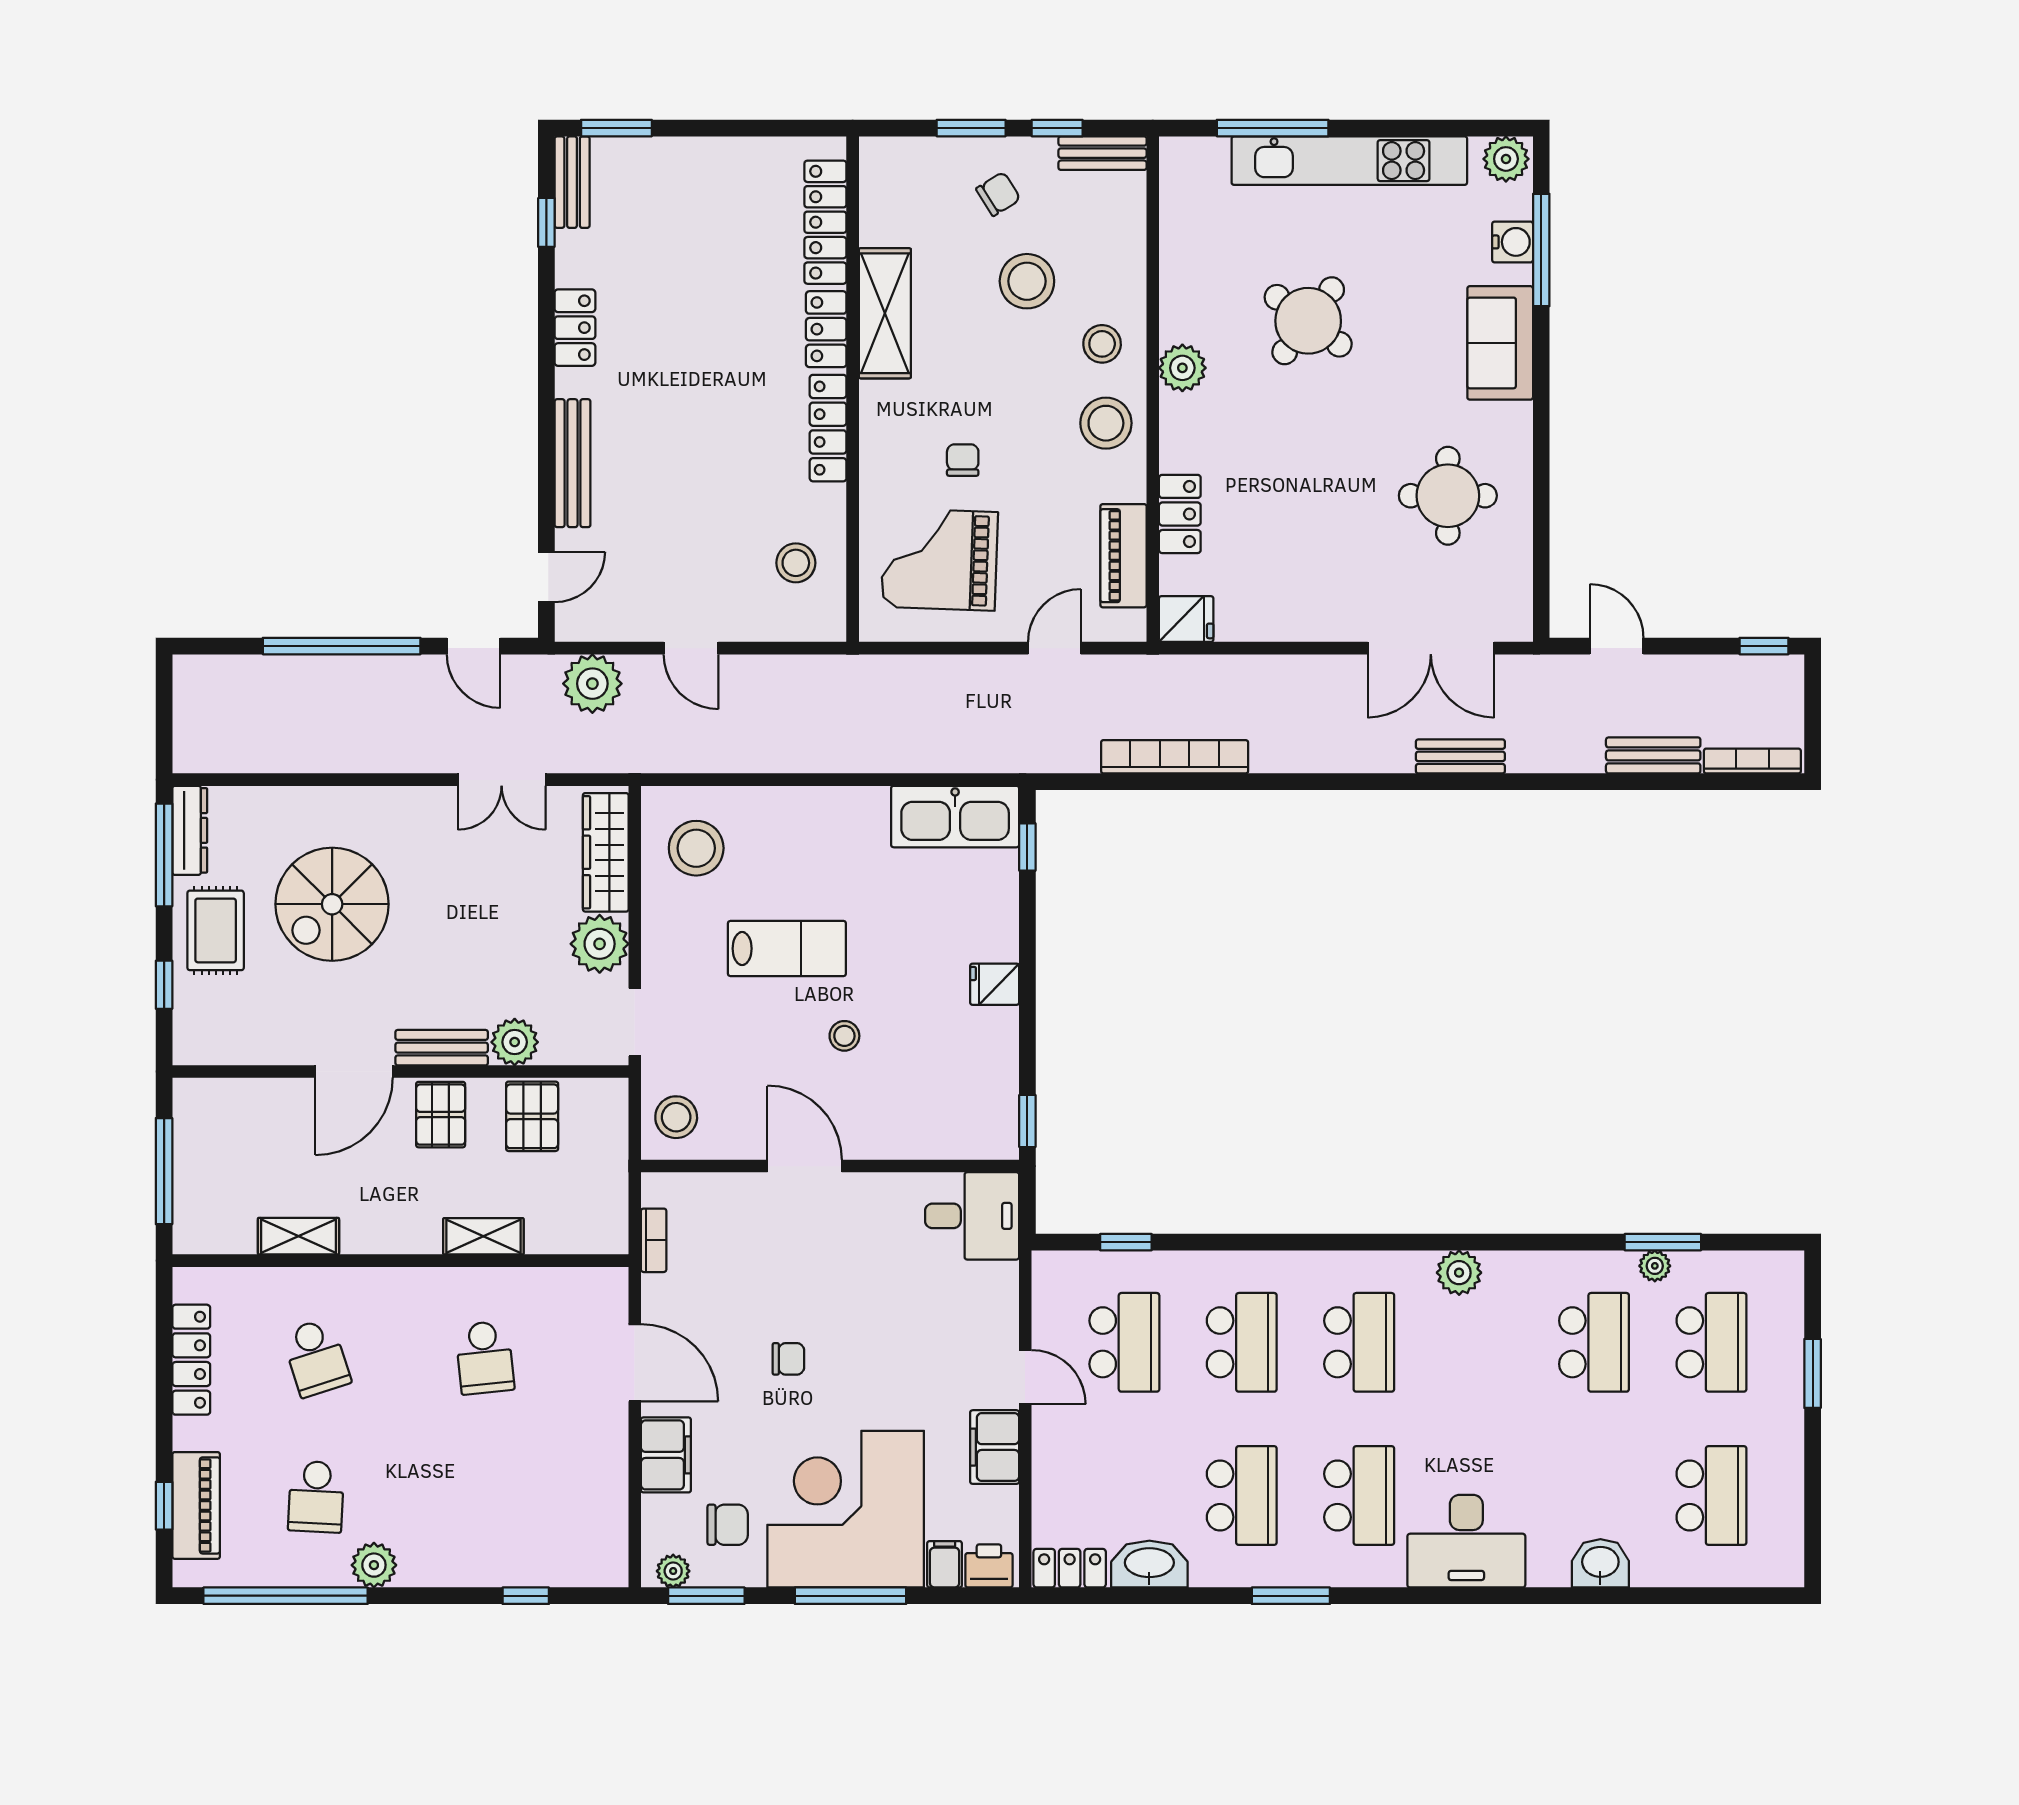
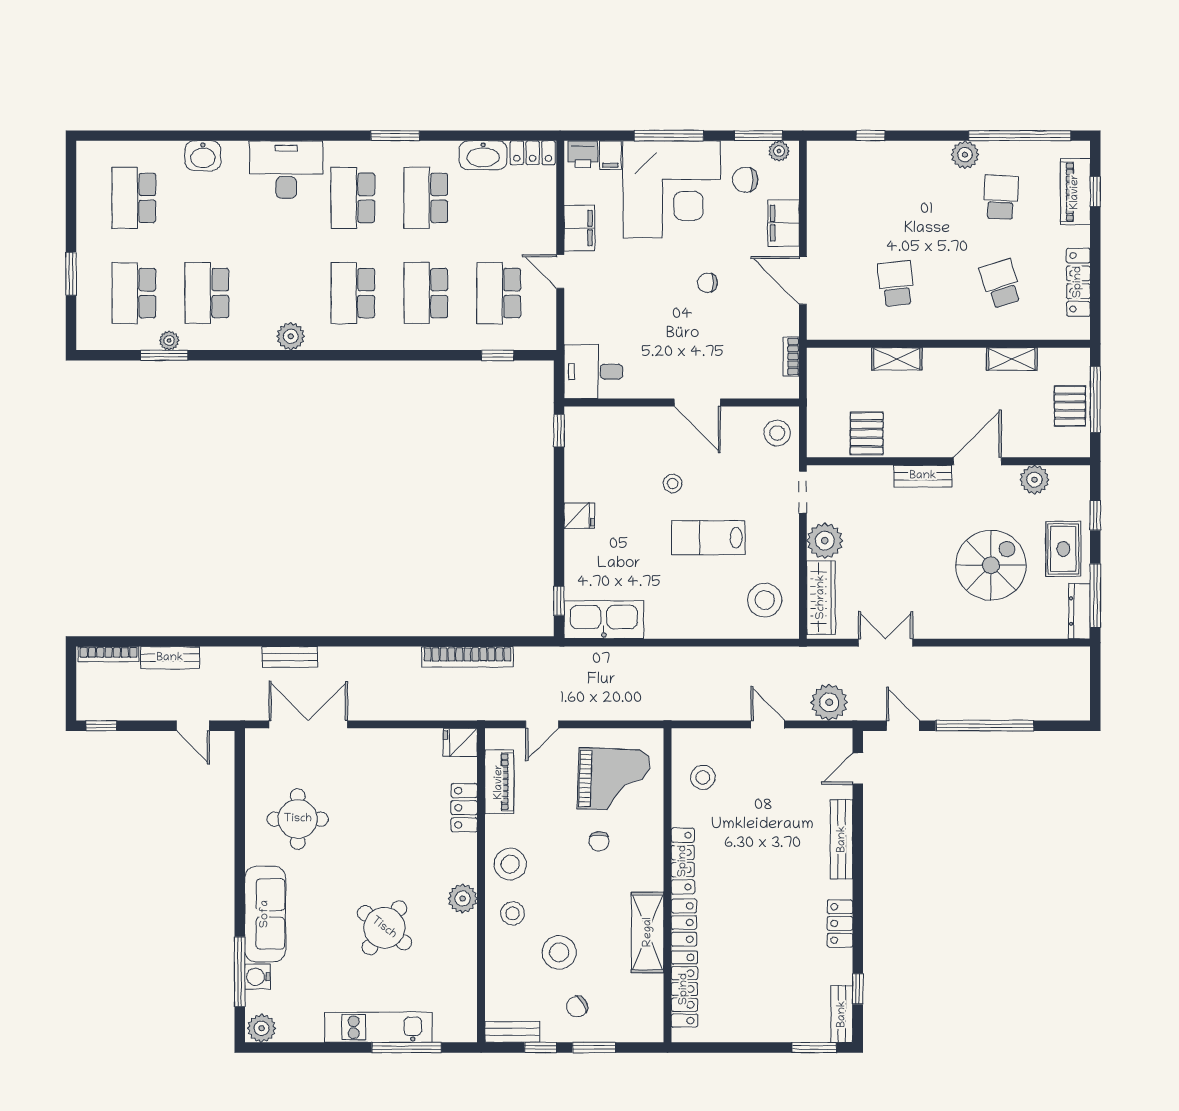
kitchen unit: (1349, 161) -> (378, 1027), width x0.73
sofa: (1500, 343) -> (265, 914), width x1.36
plant: (515, 1042) -> (1034, 480), moved
pallet: (441, 1115) -> (1070, 406), moved

